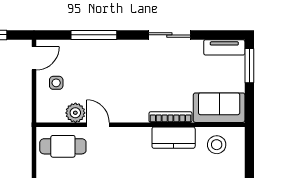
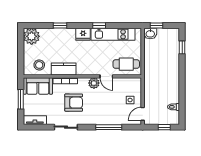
window: (249, 66) -> (21, 99), moved
armchair: (156, 78) -> (74, 103), added
plant: (75, 113) -> (94, 83), moved

